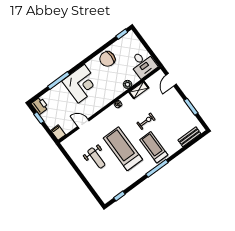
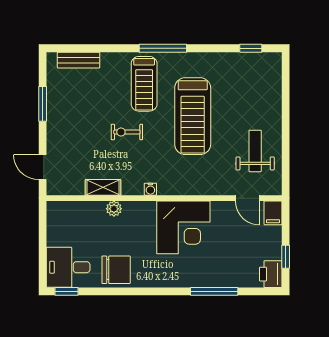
desk: (143, 64) -> (68, 267), moved, turned -90
door: (171, 80) -> (43, 167), swing flipped
corner desk: (81, 84) -> (183, 227), moved, turned 180
door: (83, 124) -> (247, 198), moved
weight bench: (96, 158) -> (255, 151), moved

